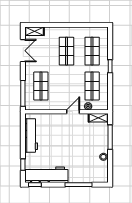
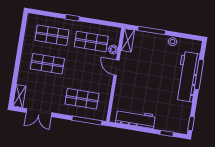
double door: (23, 51) -> (39, 113), swing flipped
workbench: (46, 175) -> (187, 77), moved

